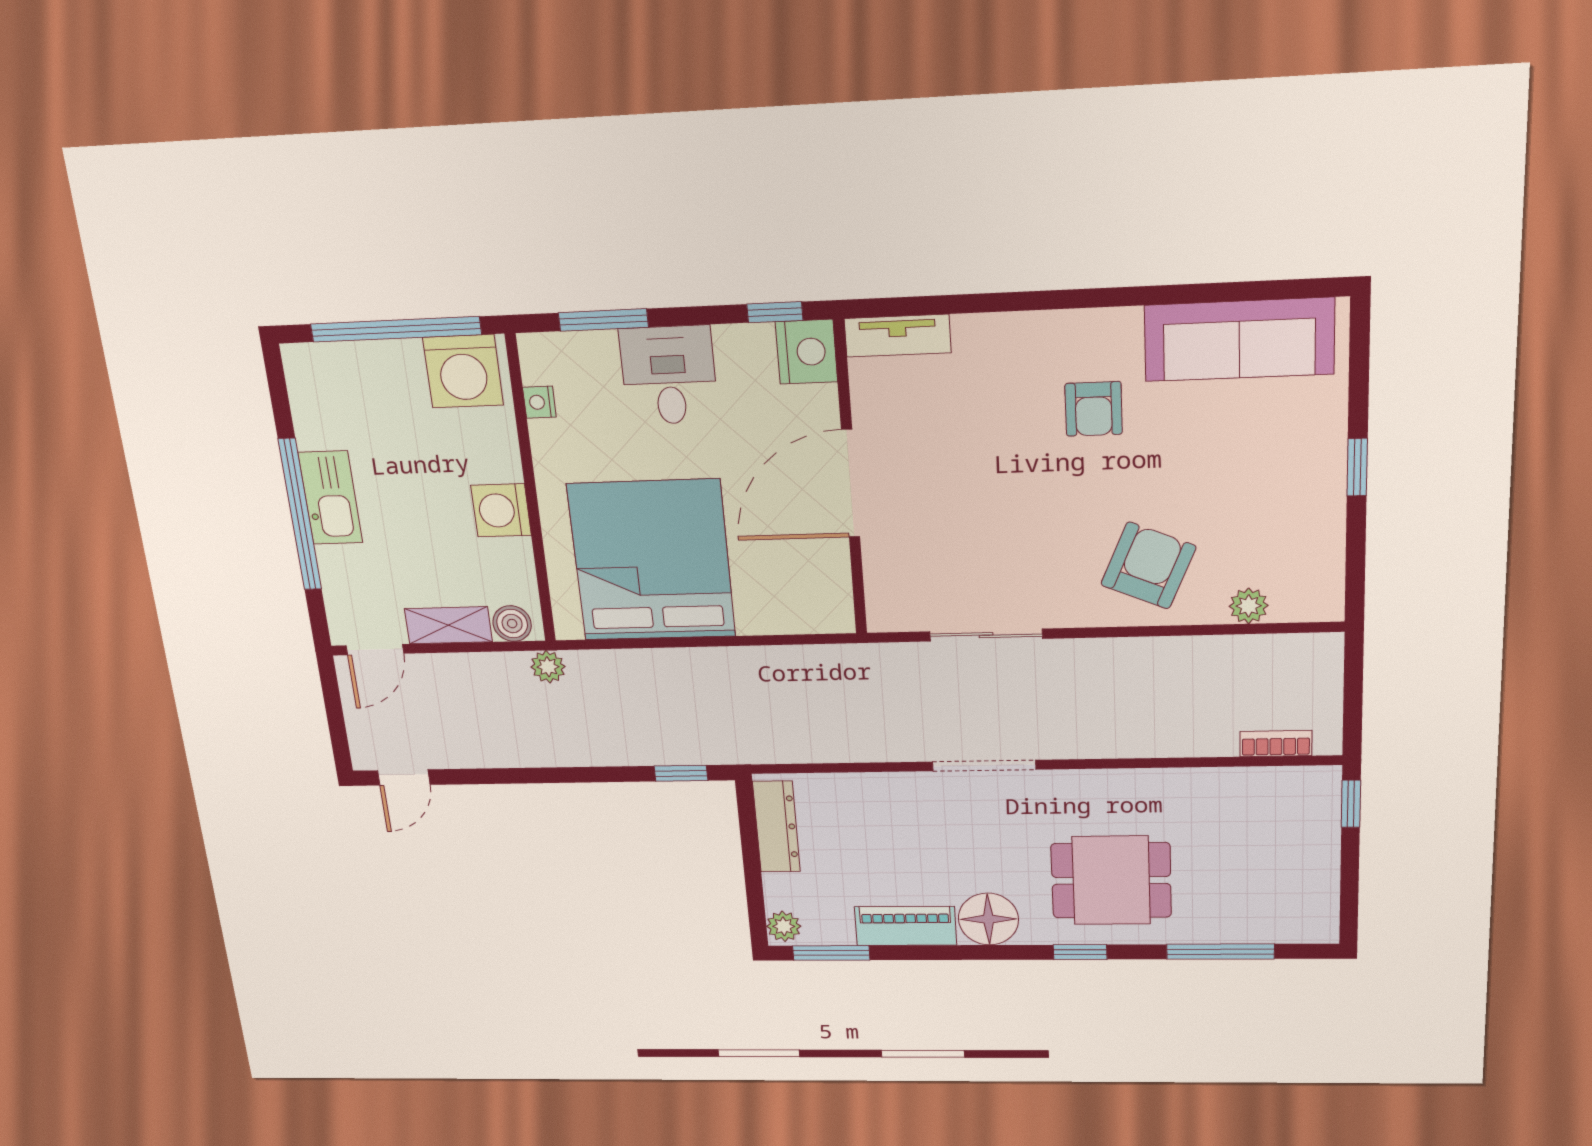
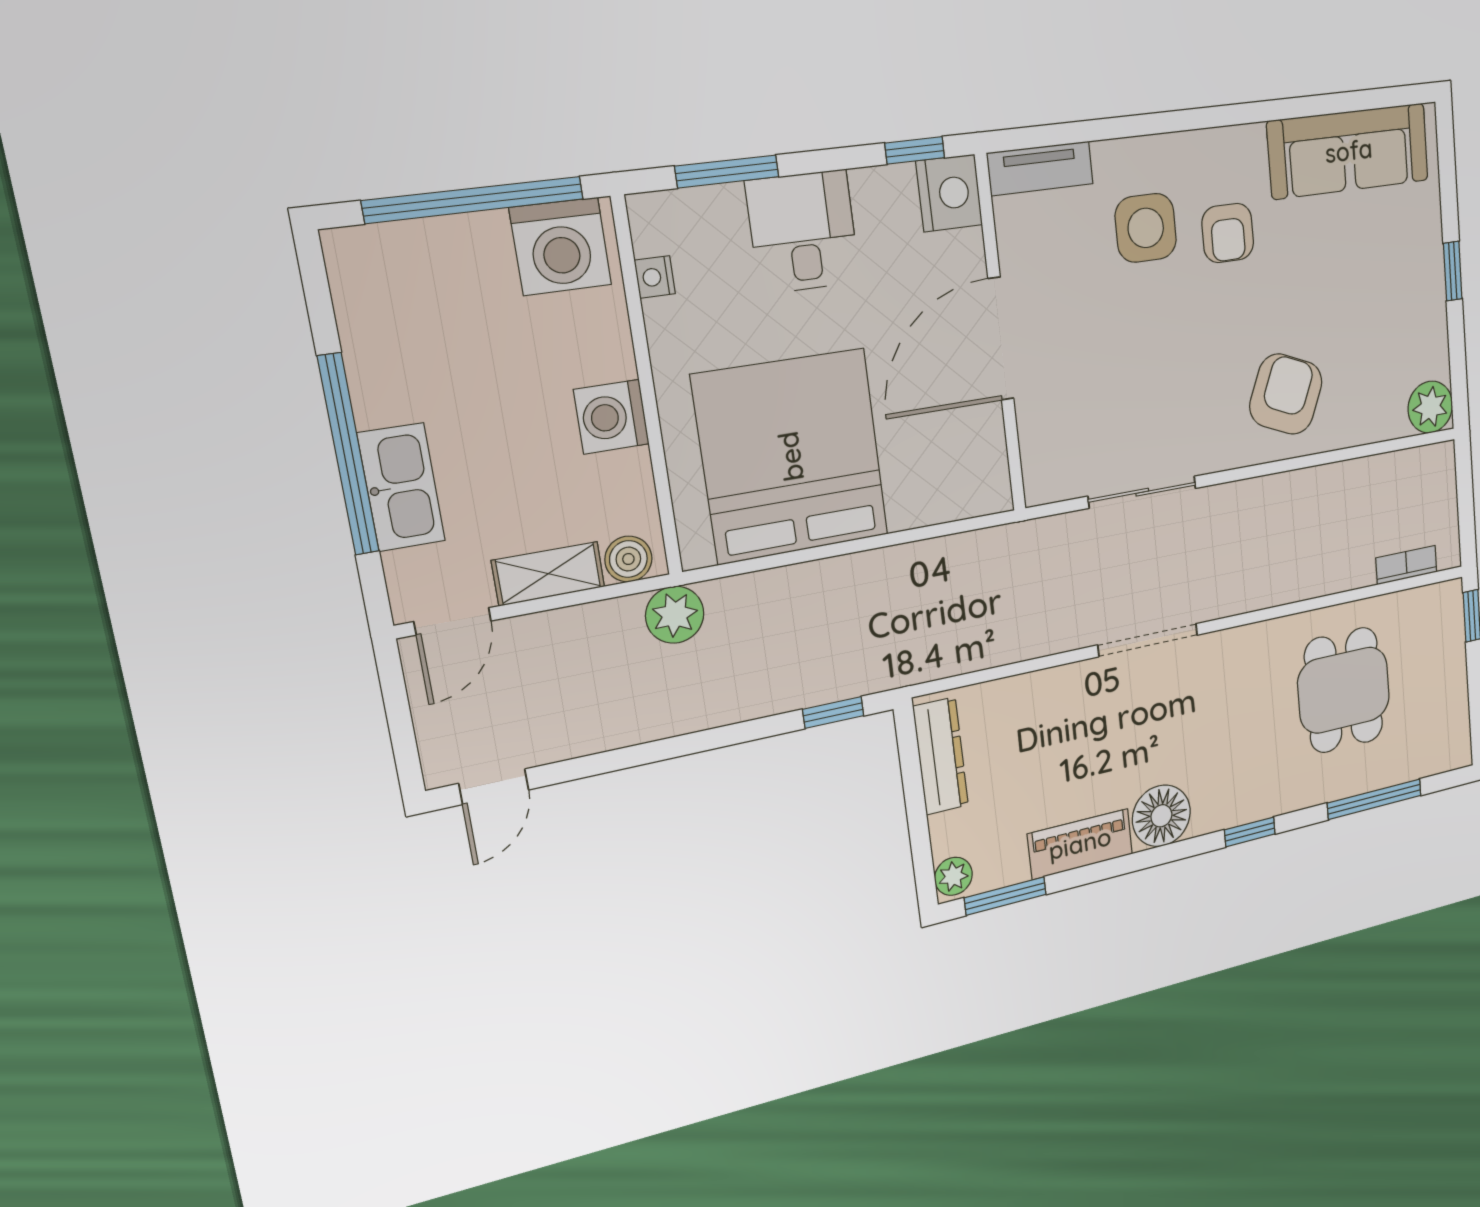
side table: (1004, 397) -> (1146, 228), added
kitchen sink: (330, 498) -> (401, 487), moved
plant: (1249, 606) -> (1430, 407), moved, width x1.38, depth x1.38
plant: (548, 667) -> (675, 615), width x1.38, depth x1.38
dining table: (1111, 880) -> (1344, 690), moved, turned 90

